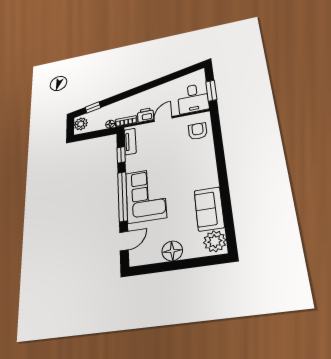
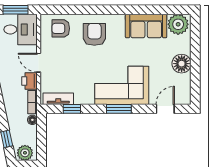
armchair: (195, 162) -> (94, 34), added
window: (122, 196) -> (119, 109), width x0.47
door: (124, 241) -> (165, 109), hinge flipped

